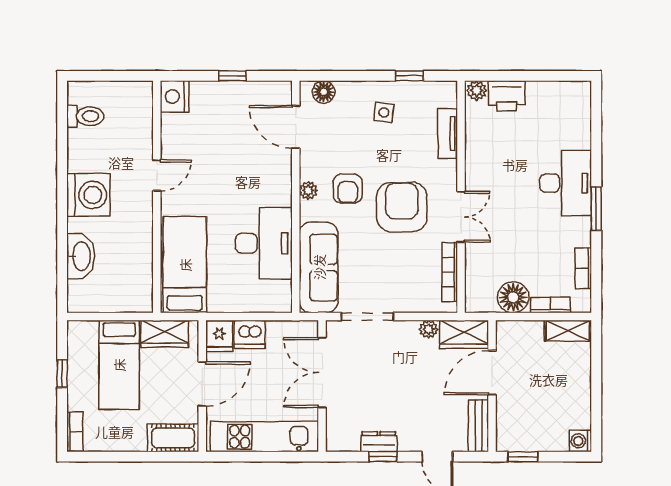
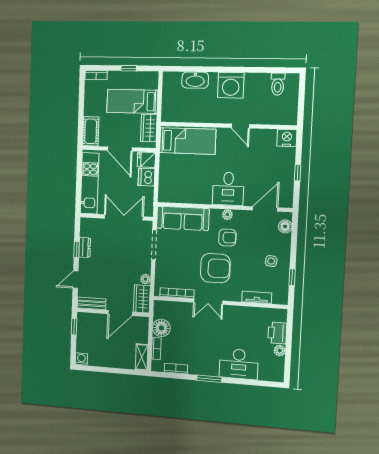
plant: (477, 90) -> (280, 351), moved
desk: (566, 183) -> (239, 364), moved
armchair: (348, 189) -> (227, 238), turned 180
desk: (264, 243) -> (228, 189), moved, width x0.73
door: (492, 373) -> (120, 313), swing flipped

